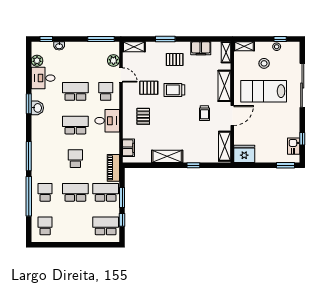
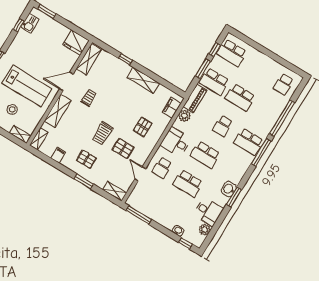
filing cabinet: (201, 48) -> (58, 155), width x0.50
plant: (113, 60) -> (184, 116), moved
trolley: (174, 90) -> (102, 133), turned 90
school desk: (45, 192) -> (249, 142), moved, width x1.85

